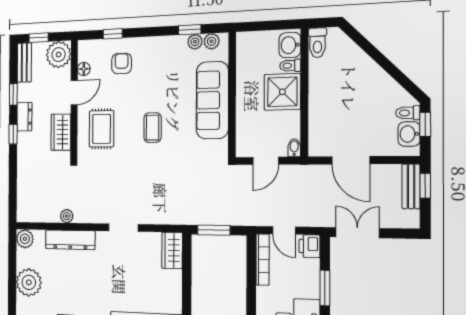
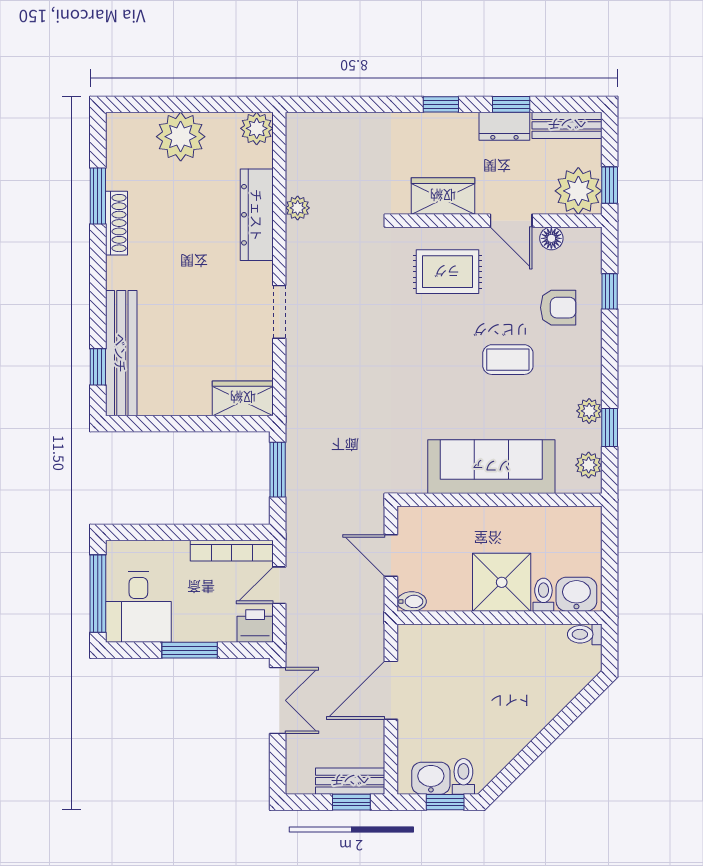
window: (39, 38) -> (610, 185), moved
plant: (195, 42) -> (589, 411), moved
toilet: (317, 43) -> (585, 634), width x0.73, depth x0.72
dresser: (24, 117) -> (504, 126), moved
coffee table: (153, 128) -> (508, 360), moved

